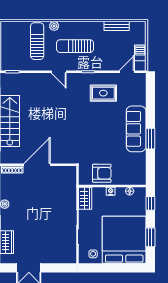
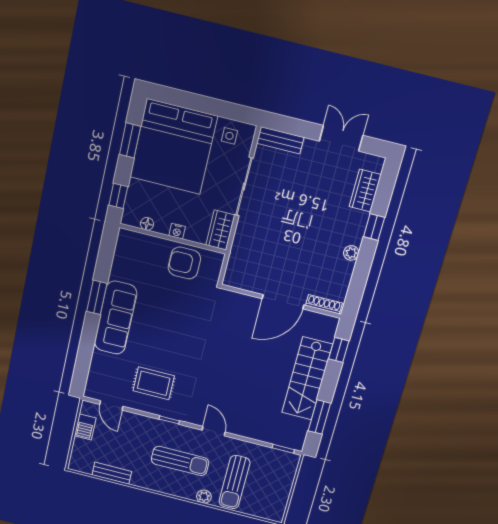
door: (127, 72) -> (111, 405), hinge flipped
bench: (63, 258) -> (280, 140), added

